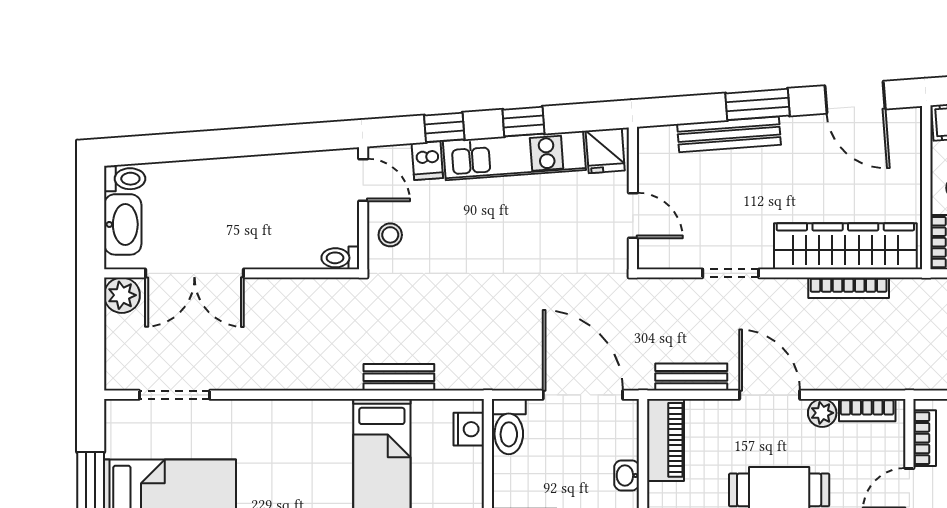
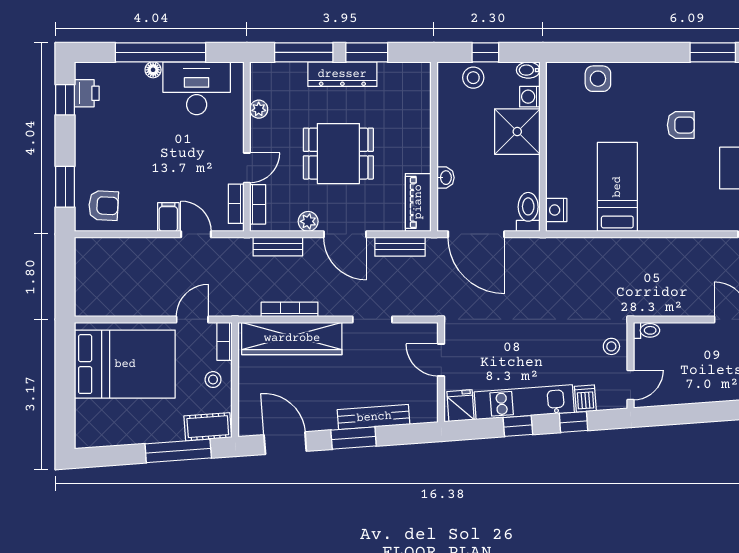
door: (363, 180) -> (630, 385), swing flipped
bench: (399, 377) -> (278, 246), moved
bookcase: (867, 410) -> (258, 204), moved, turned 90

